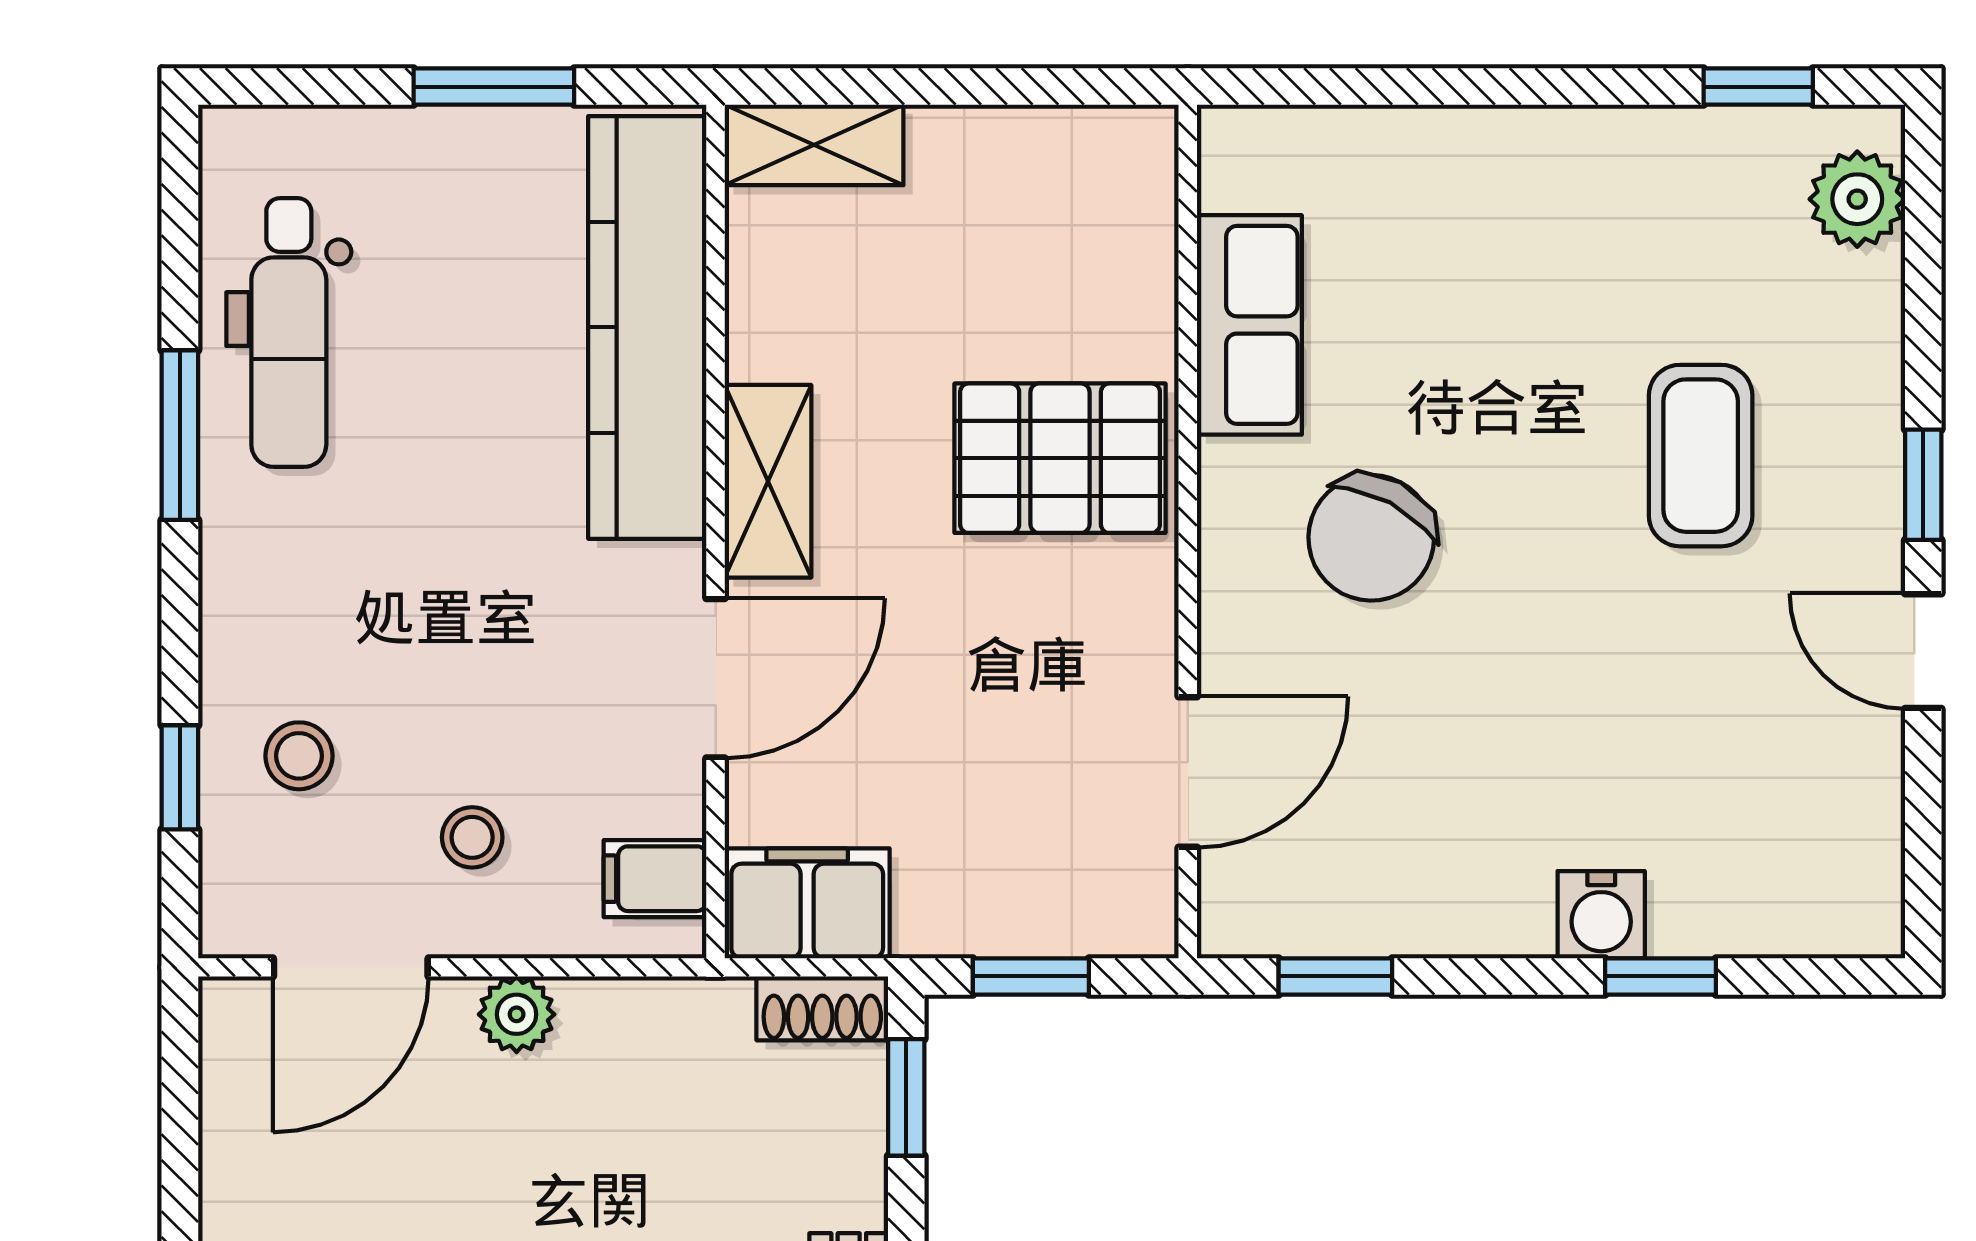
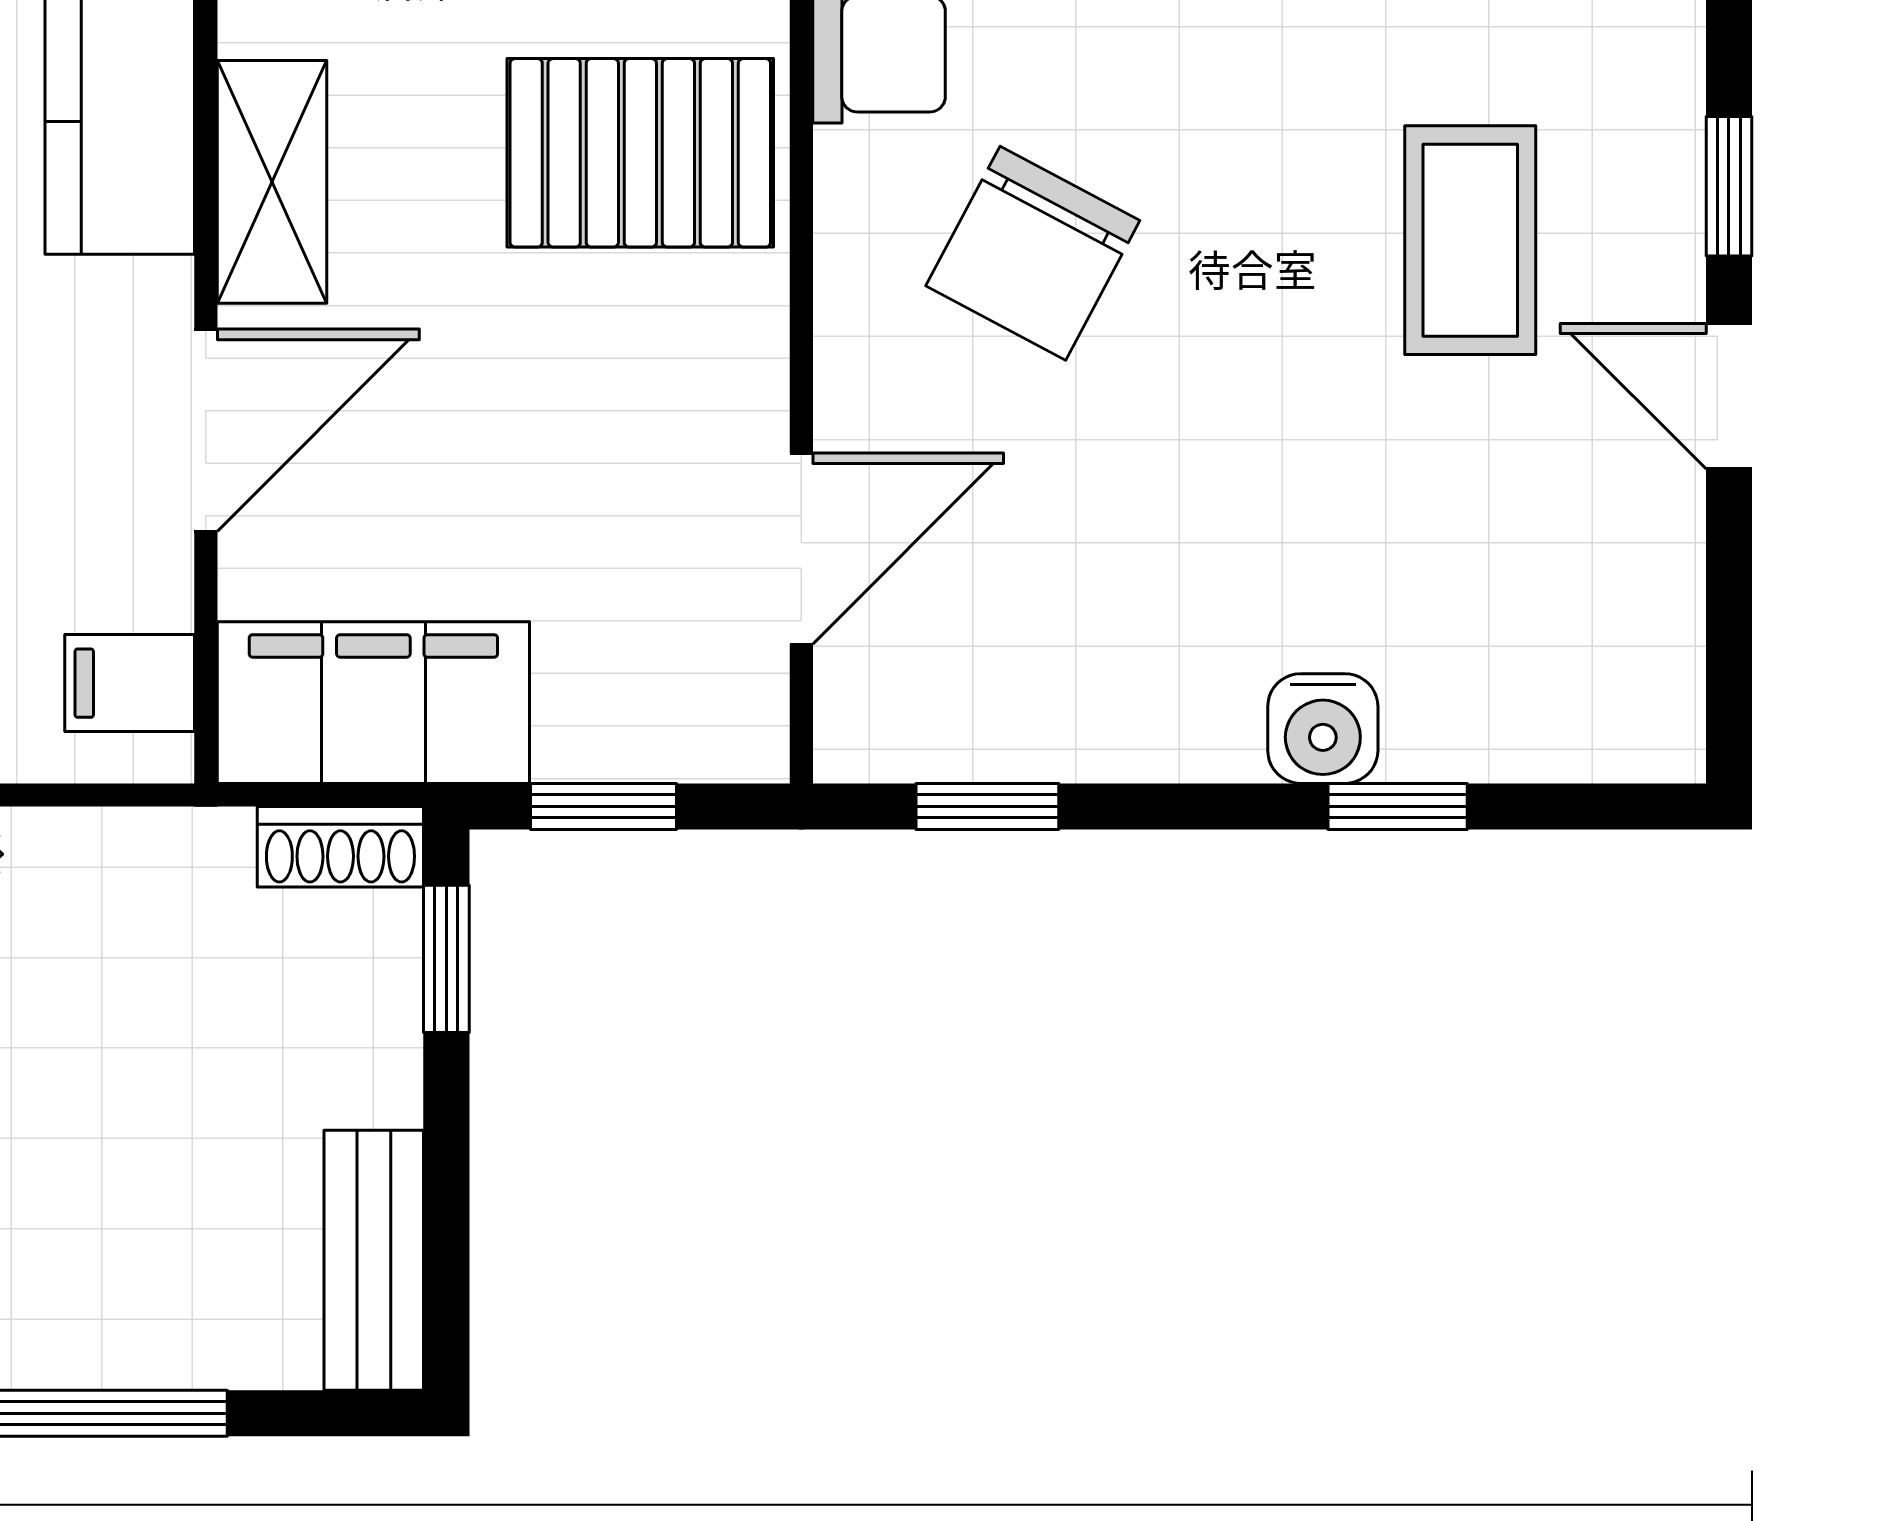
coffee table: (1701, 456) -> (1470, 240), moved
filing cabinet: (807, 903) -> (373, 703), width x1.50, depth x1.17

